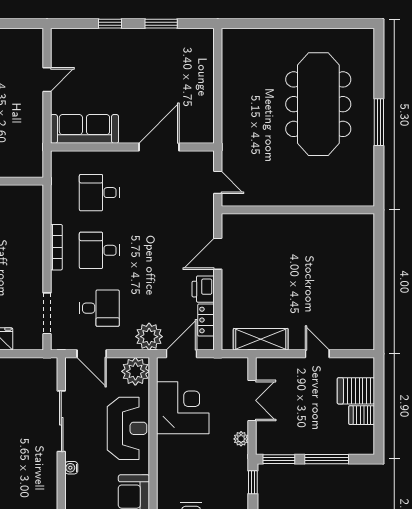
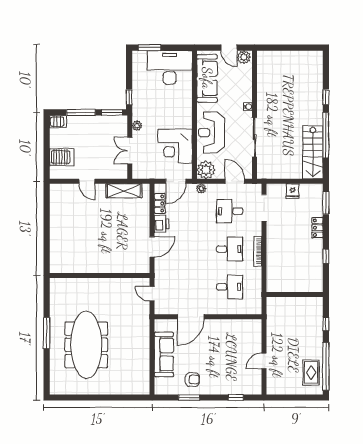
window: (110, 24) -> (236, 398), moved
armchair: (156, 51) -> (192, 380), added
sofa: (84, 129) -> (164, 354), moved, turned -90
plant: (149, 337) -> (201, 188), width x0.53, depth x0.53
server rack: (362, 415) -> (58, 122), moved

